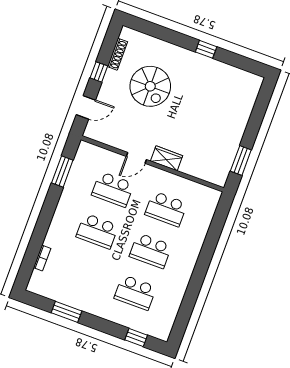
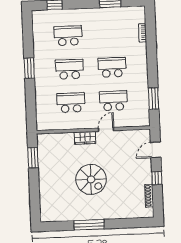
window: (206, 49) -> (89, 225), width x2.17
spiral stairs: (150, 86) -> (91, 179), moved, turned 180
window: (200, 273) -> (29, 68), added

